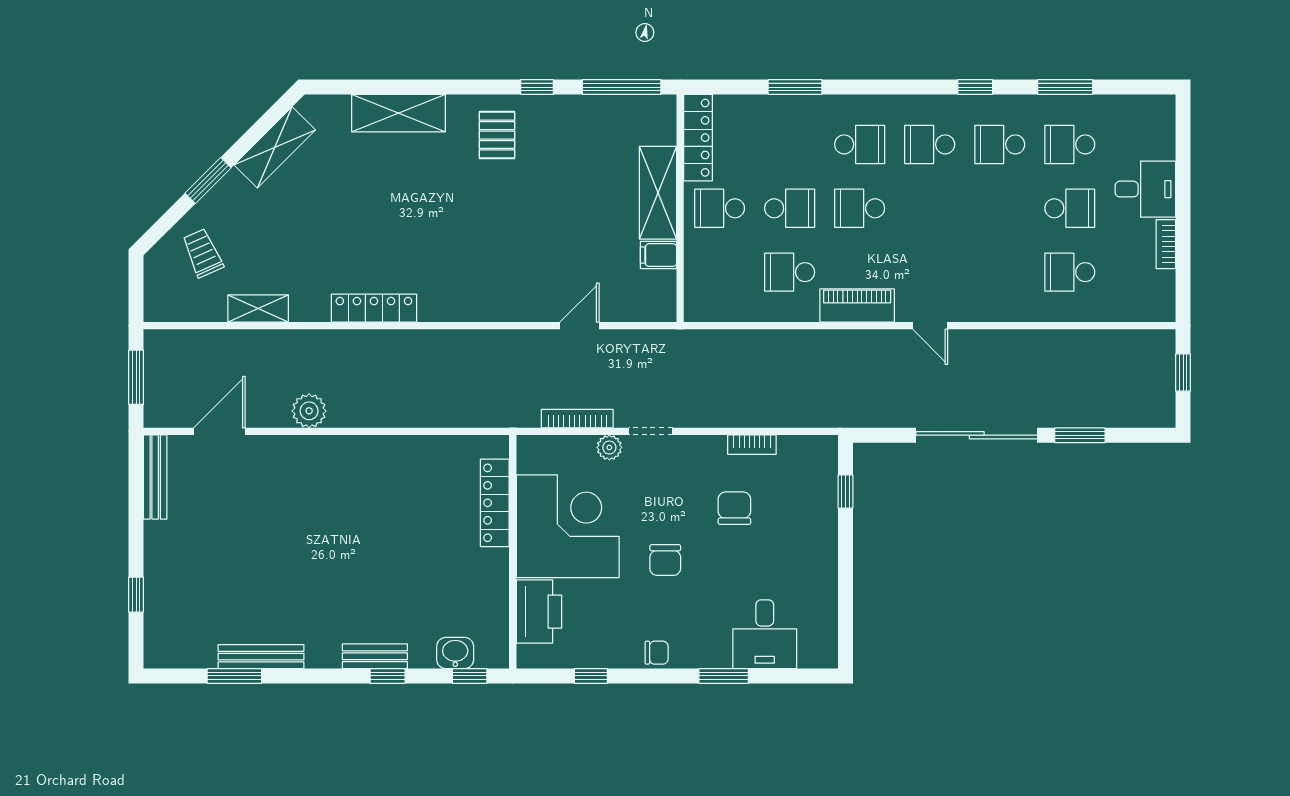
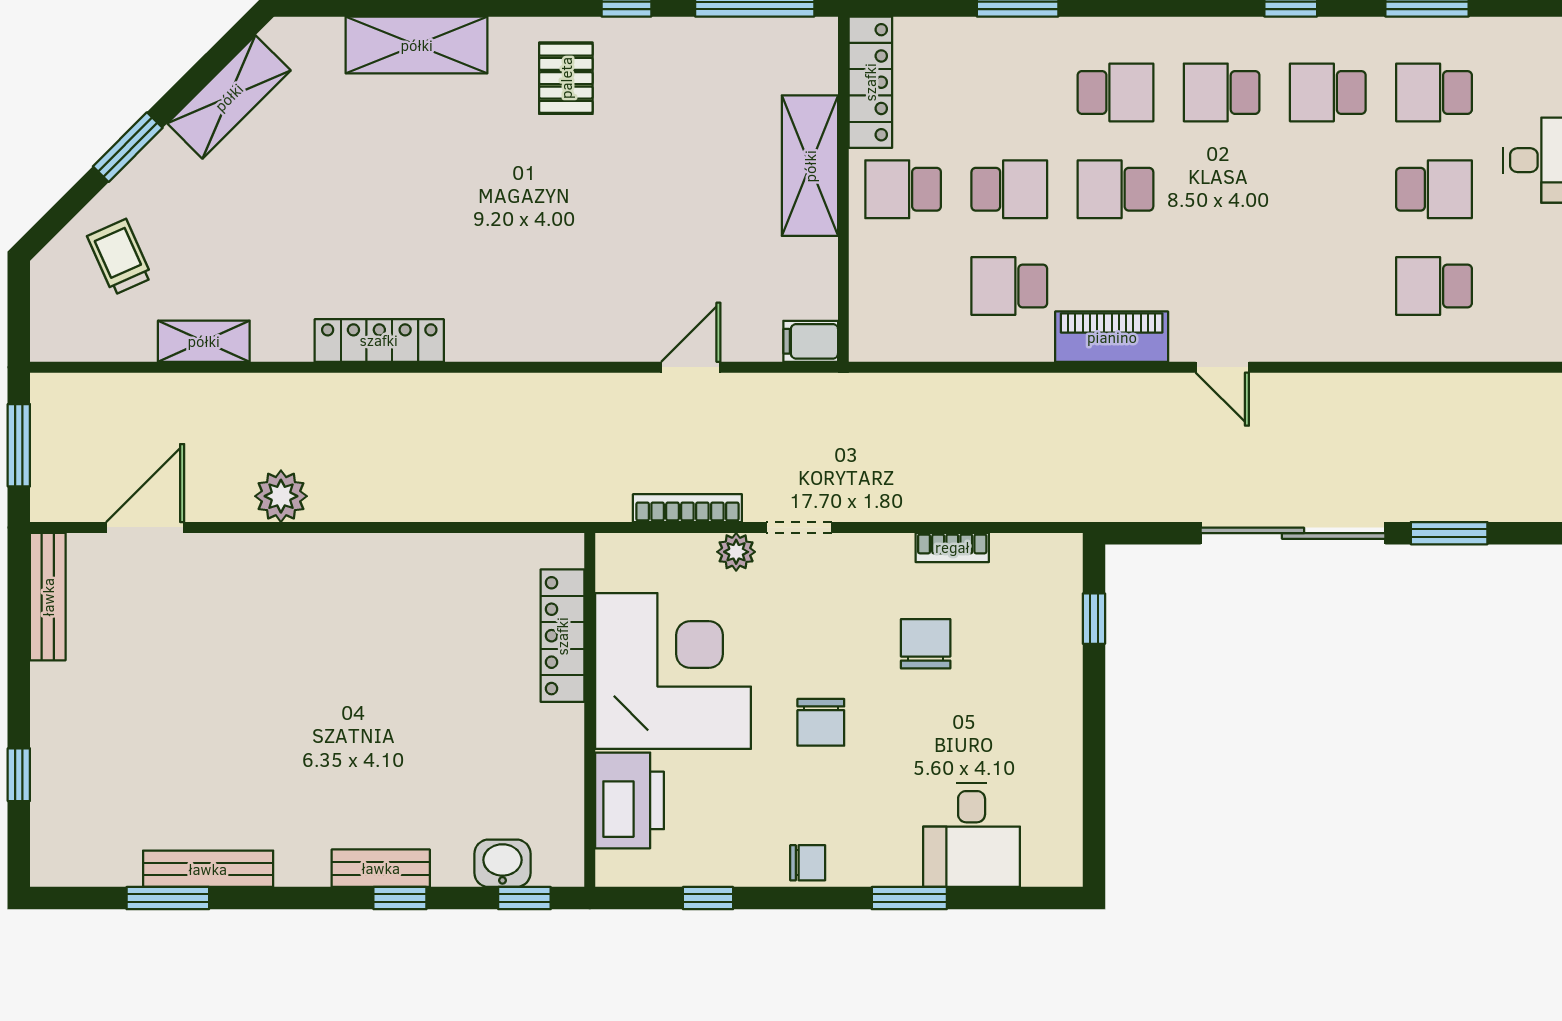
filing cabinet: (659, 255) -> (811, 341), moved

